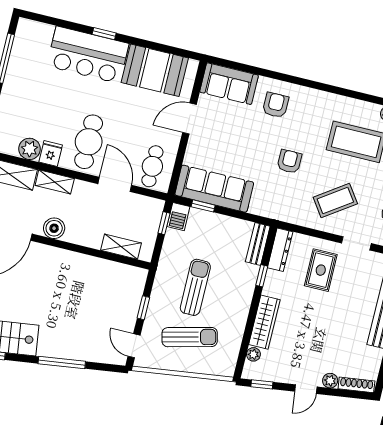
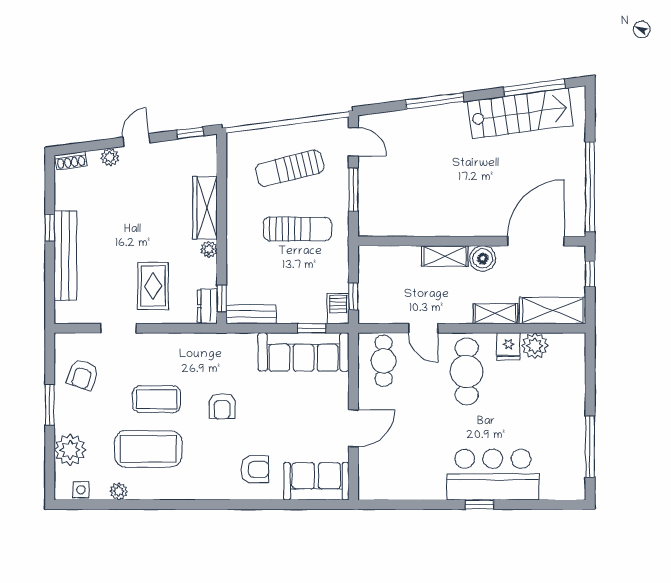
booth: (155, 70) -> (409, 476), removed
armchair: (276, 105) -> (255, 469), turned -90
door: (115, 184) -> (423, 328), width x0.73
coffee table: (335, 200) -> (157, 399), moved, turned 35
bench: (258, 244) -> (251, 314), moved, turned 90
shelving: (121, 247) -> (445, 256), moved
dresser: (280, 250) -> (207, 306), width x0.70
window: (262, 276) -> (222, 298), moved
sun lounger: (195, 287) -> (297, 229), turned -90
window: (143, 308) -> (353, 190), width x1.50
plant: (253, 354) -> (209, 249), moved
shoe rack: (356, 385) -> (71, 161), width x0.70

